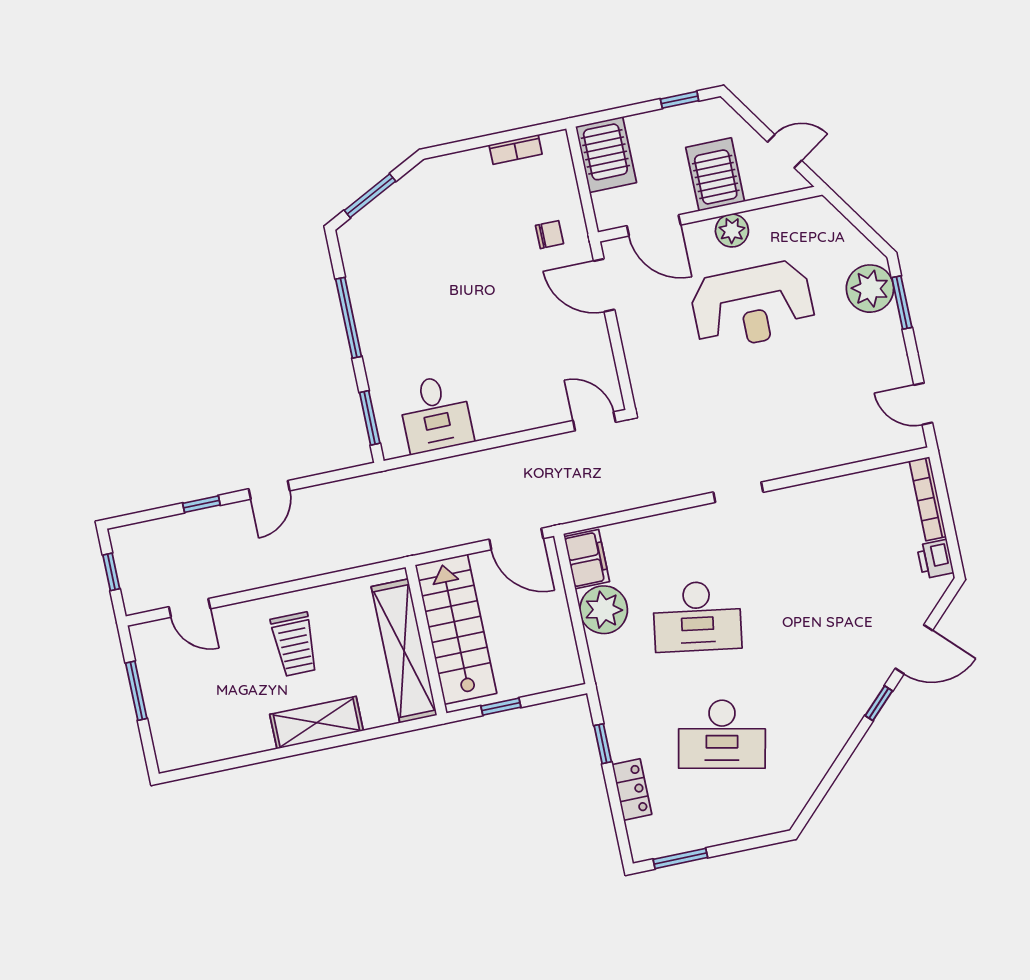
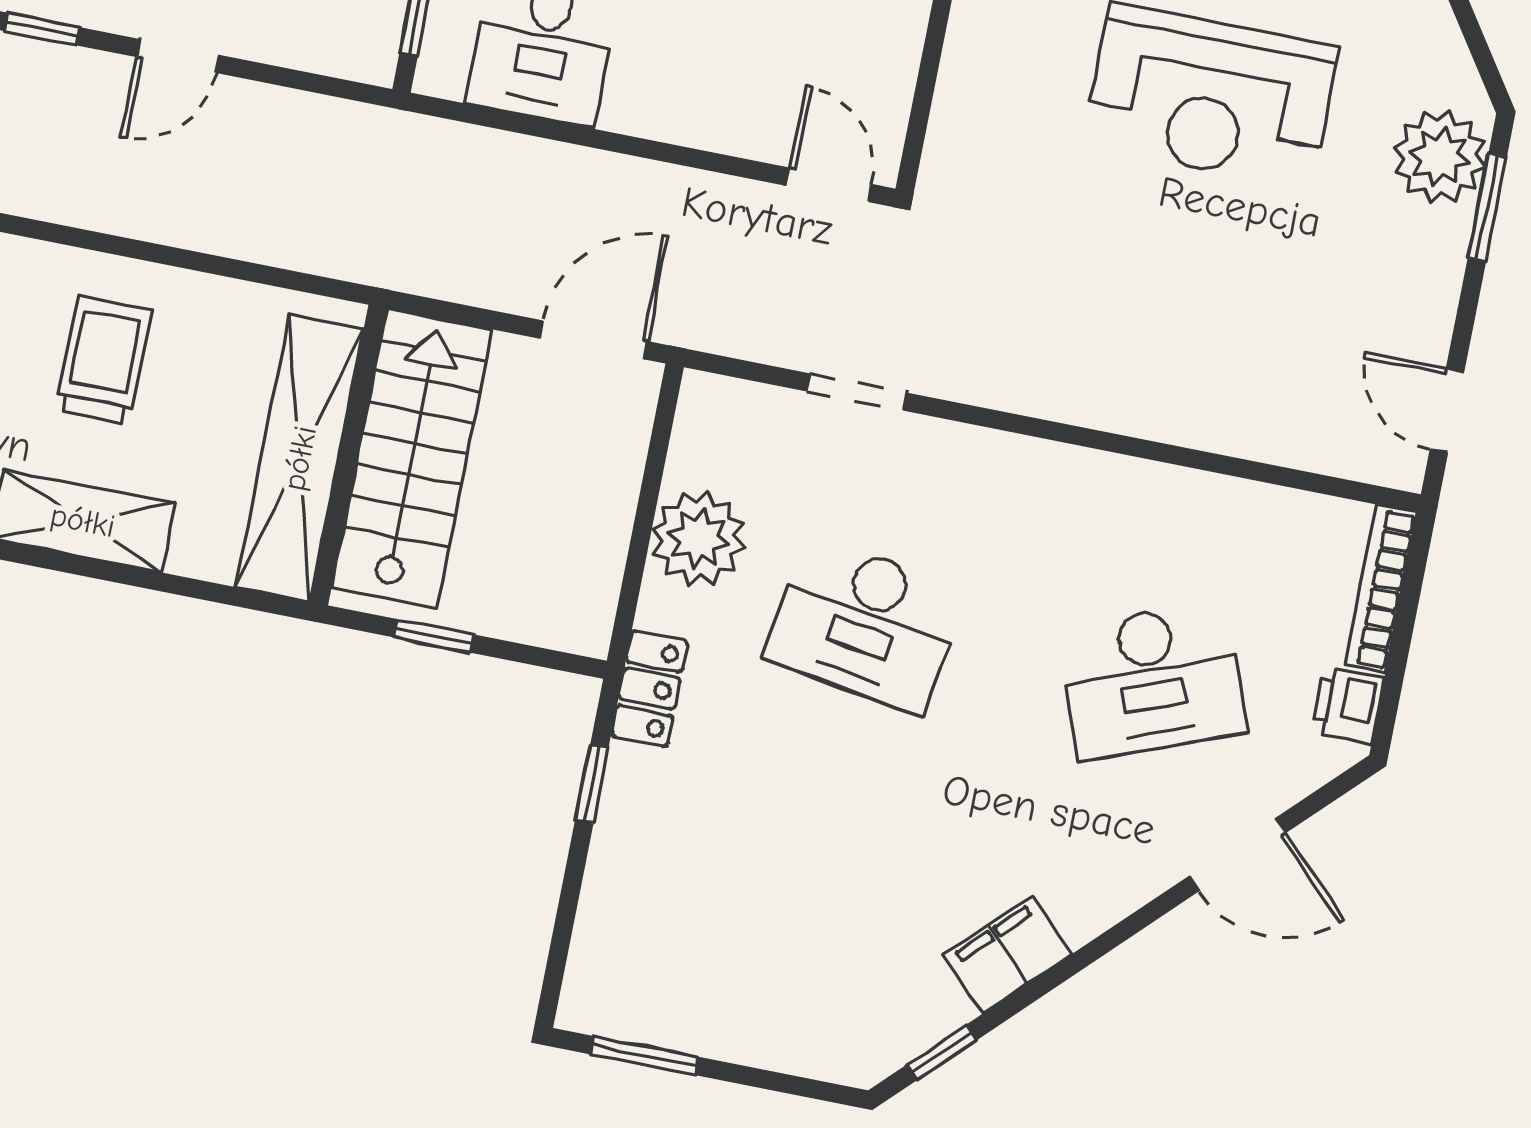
doorway: (738, 492) -> (857, 392), moved
door: (516, 539) -> (593, 340), swing flipped
filing cabinet: (587, 559) -> (1008, 954), moved, turned -135
trolley: (295, 644) -> (103, 360), turned 180
window: (879, 703) -> (941, 1053), moved
desk: (722, 734) -> (1152, 681), moved, turned -33
locker: (632, 790) -> (650, 688), moved

